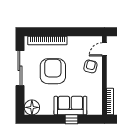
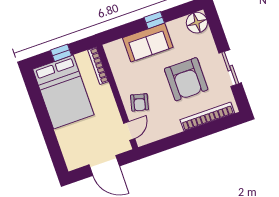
sliding door: (20, 68) -> (230, 68), width x0.73
window: (71, 119) -> (154, 20), moved

